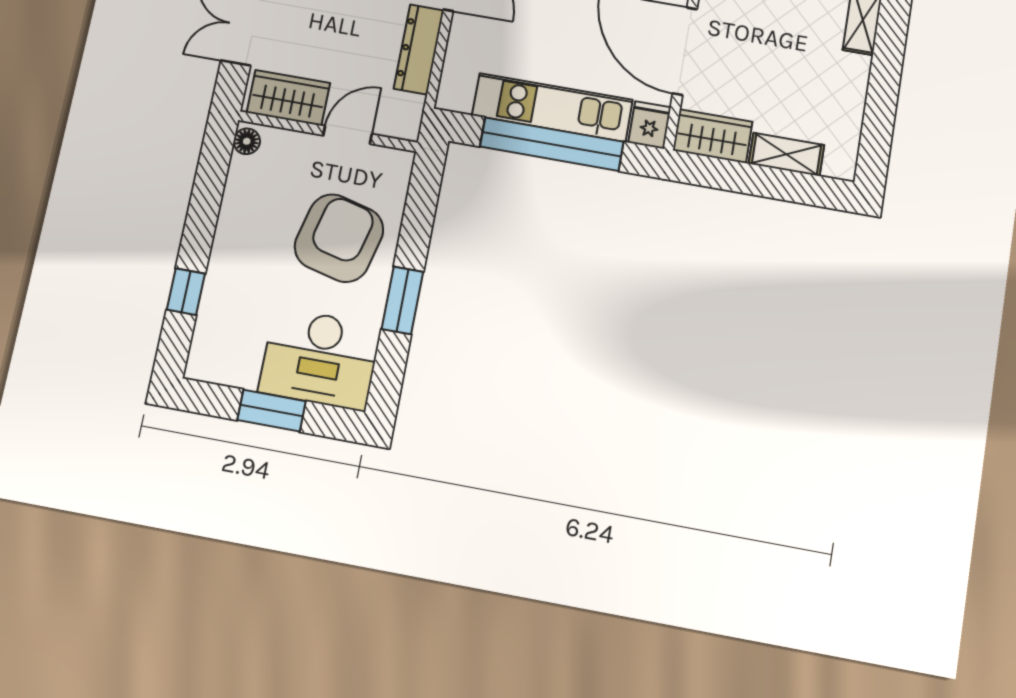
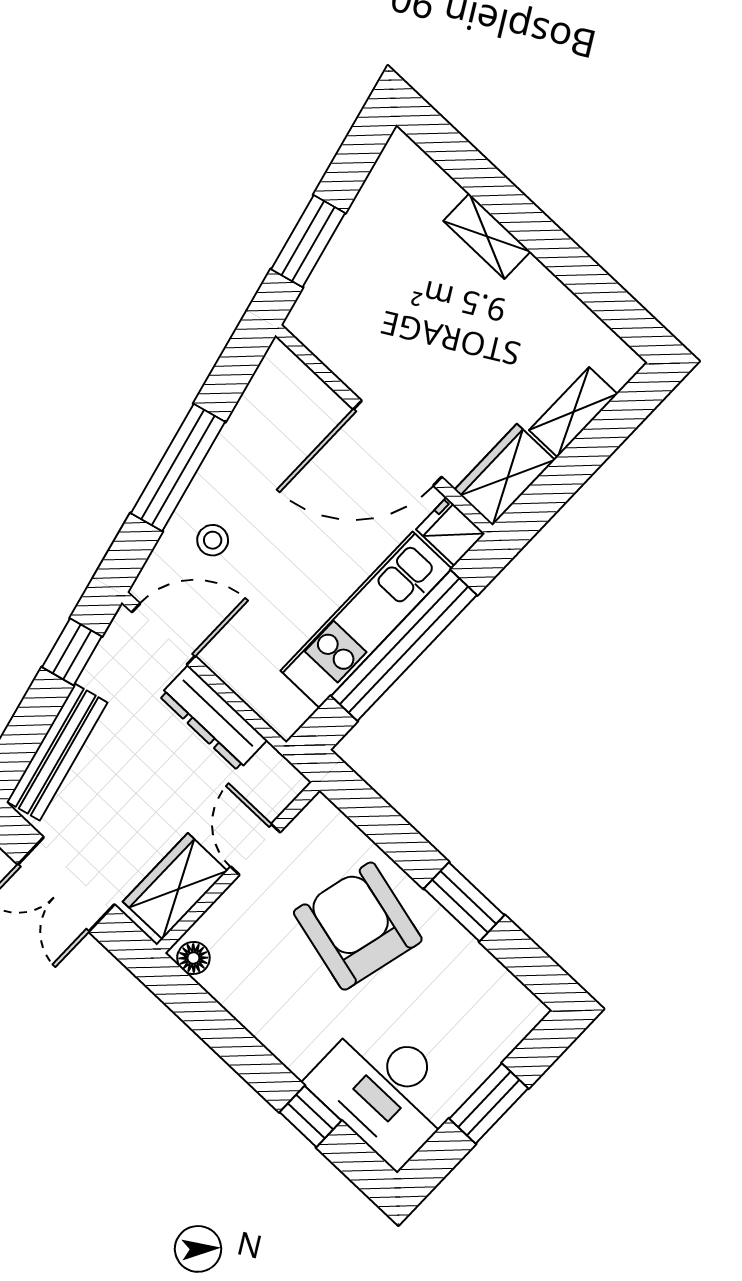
desk: (320, 359) -> (385, 1090), moved, turned 90

